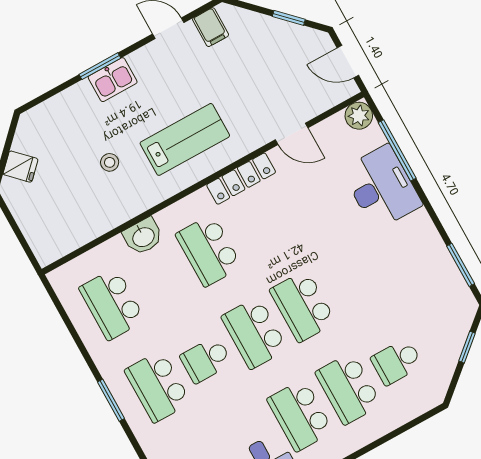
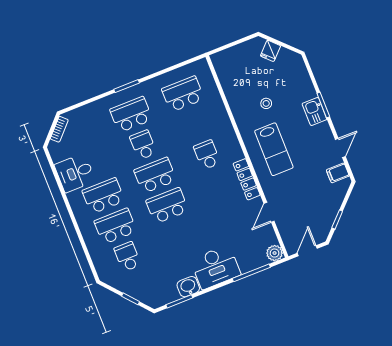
desk: (382, 187) -> (216, 267), moved
washbasin: (143, 236) -> (188, 287), moved, turned 90
school desk: (209, 250) -> (207, 155), width x0.54

